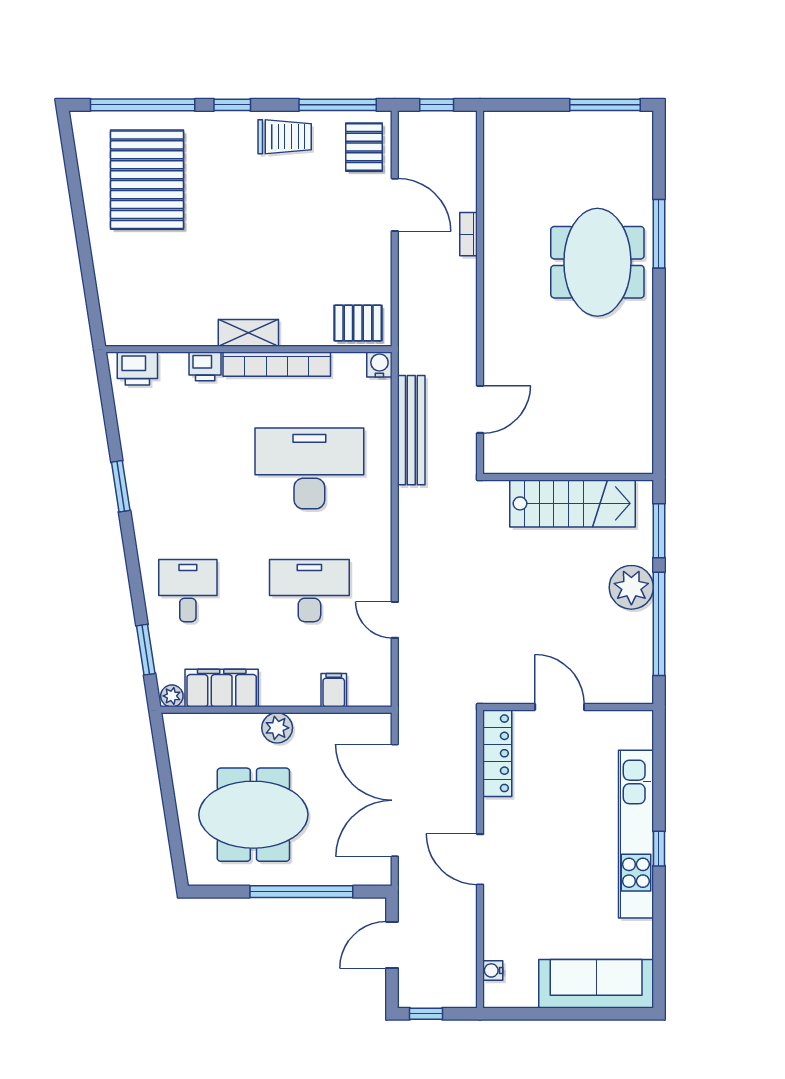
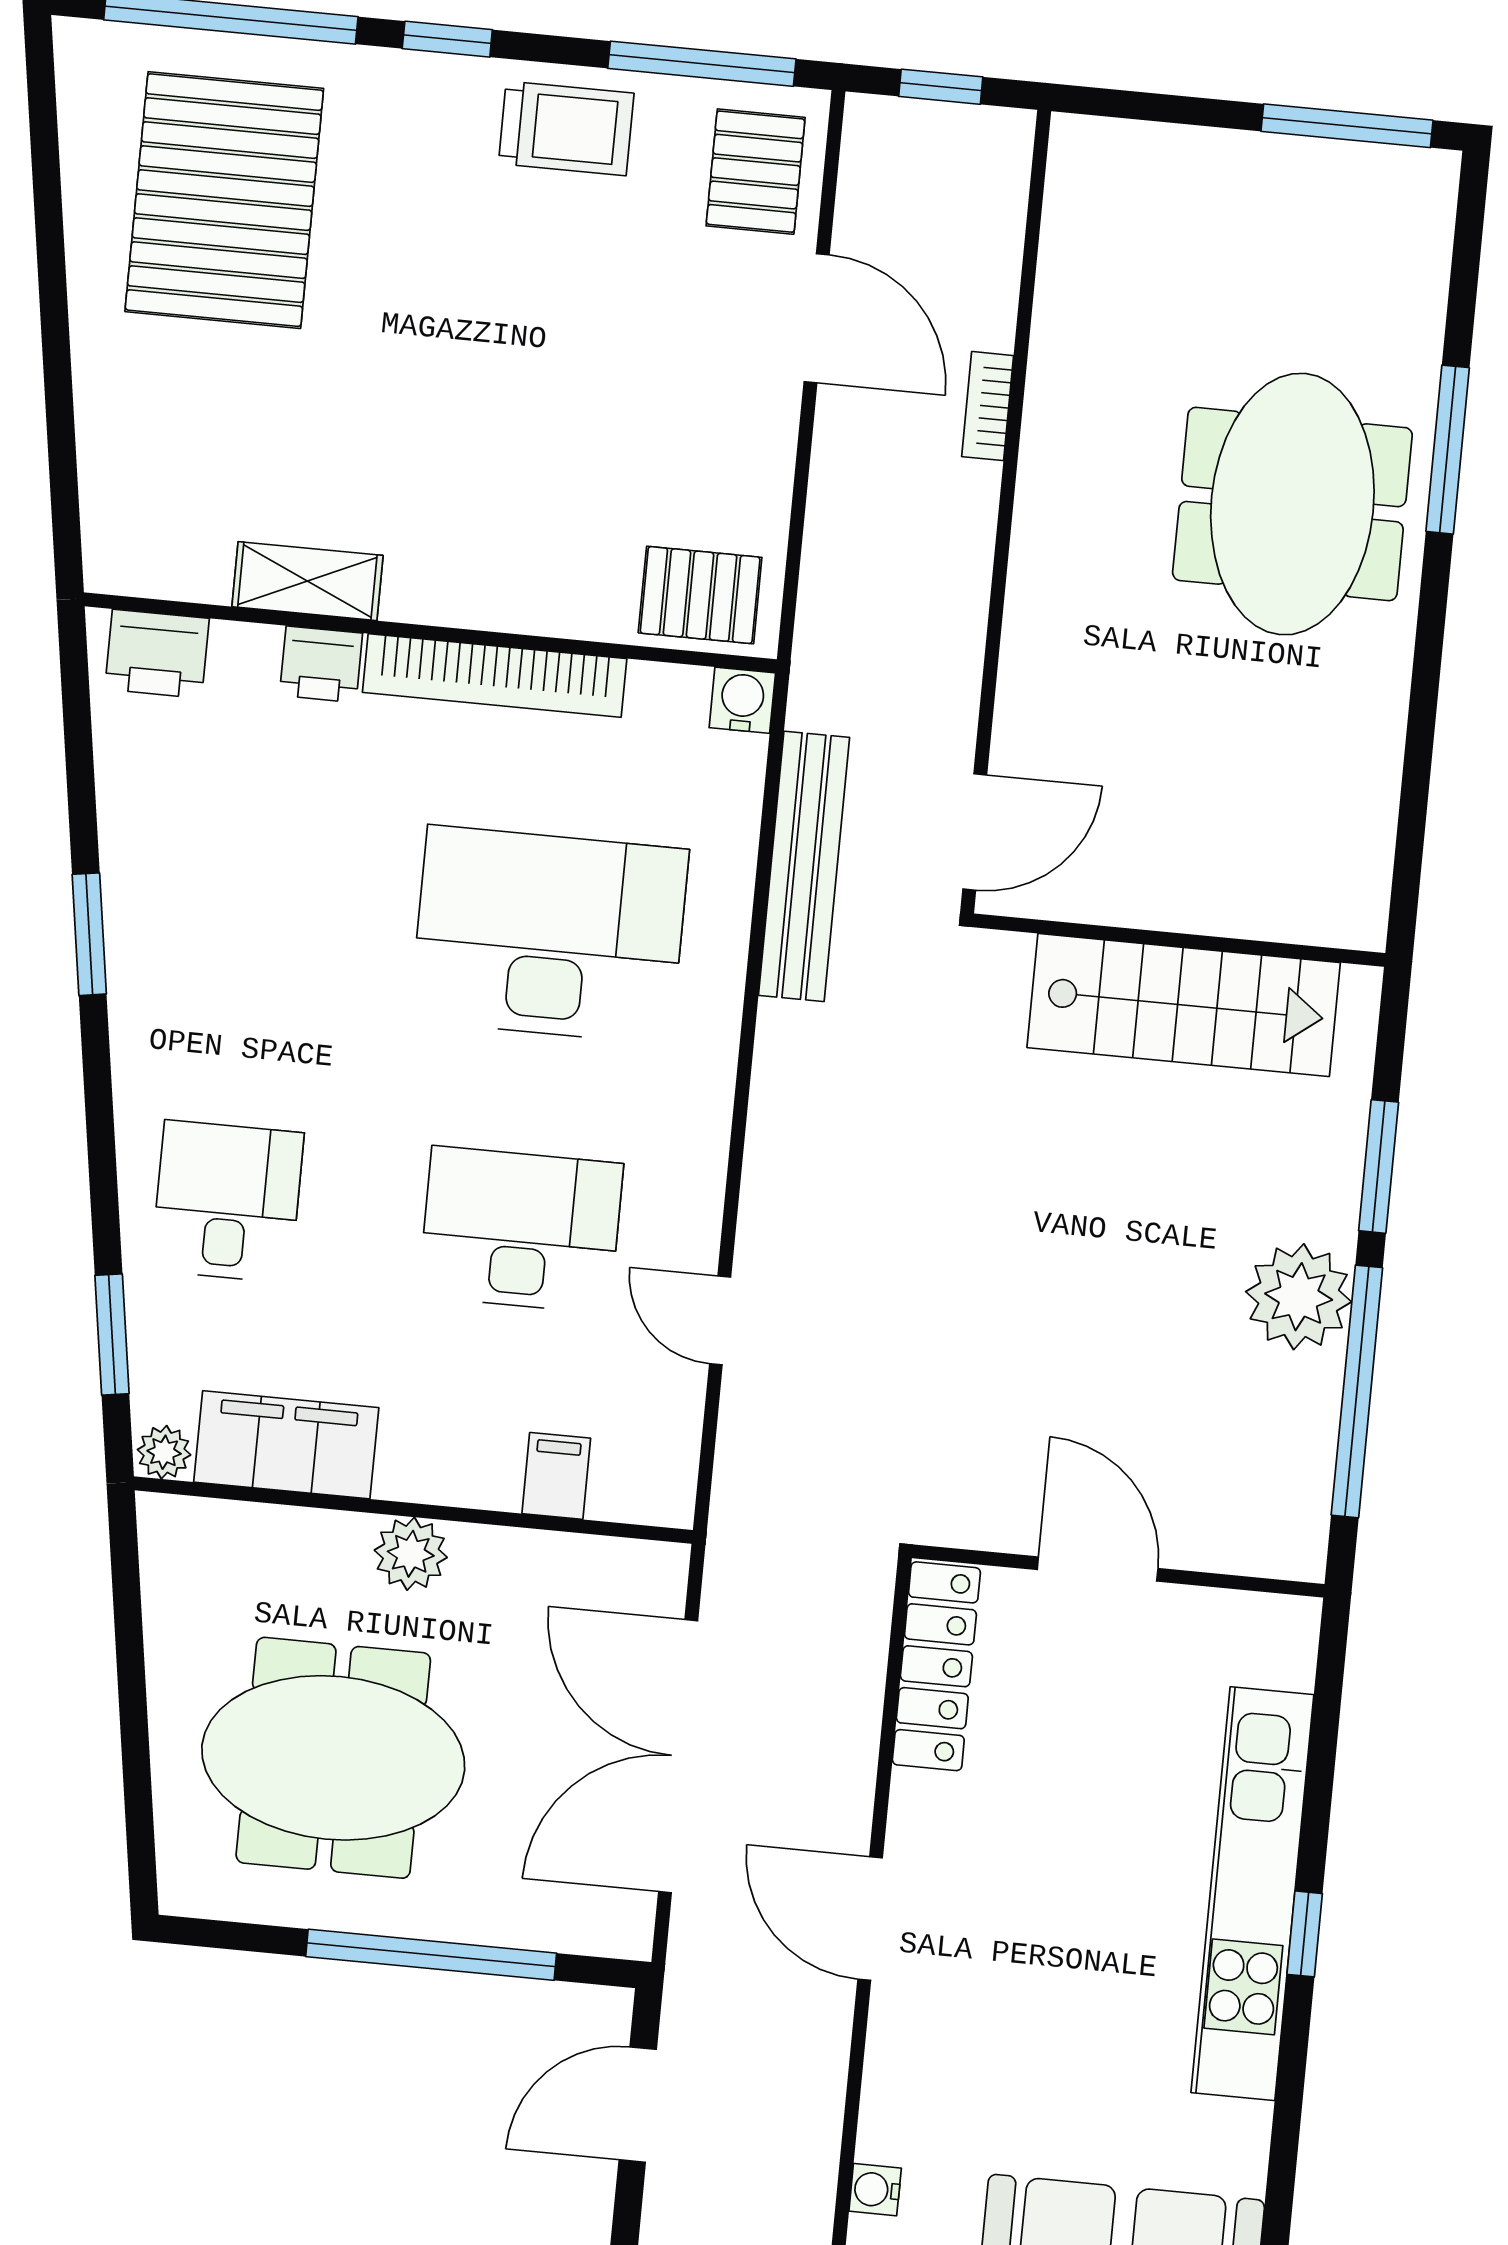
shelving: (248, 333) -> (307, 581), moved
wall: (568, 477) -> (1179, 940), moved
stairs: (573, 503) -> (1184, 1005), moved

